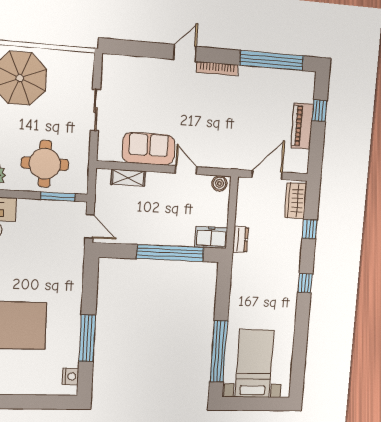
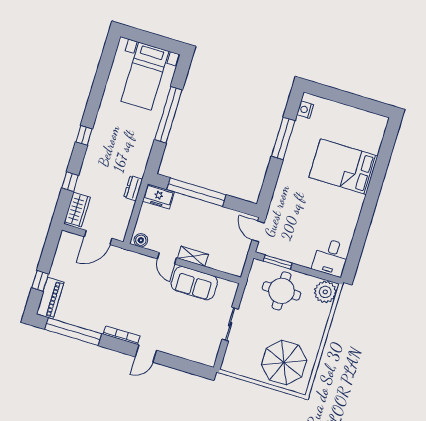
piano: (302, 126) -> (50, 298), moved
shelving: (128, 178) -> (193, 256), moved
window: (219, 351) -> (168, 115), moved

